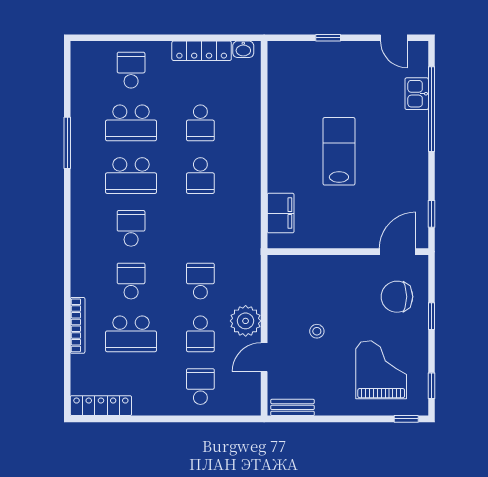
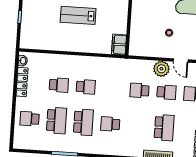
filing cabinet: (281, 213) -> (119, 45), moved, turned -90
school desk: (131, 281) -> (137, 126), removed

